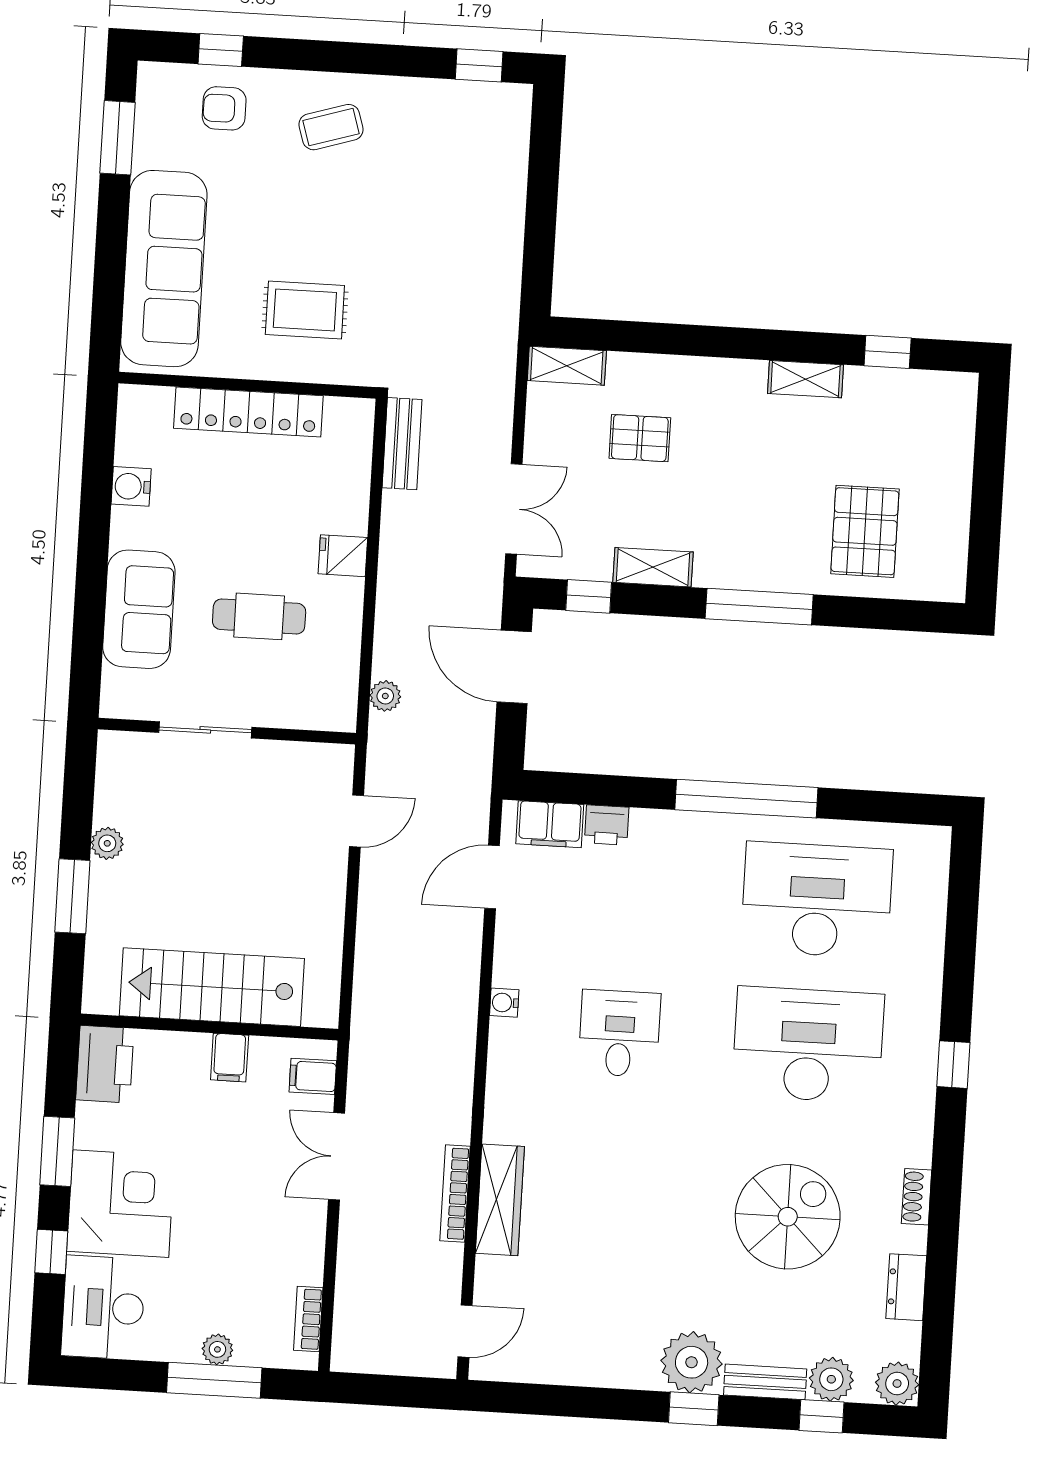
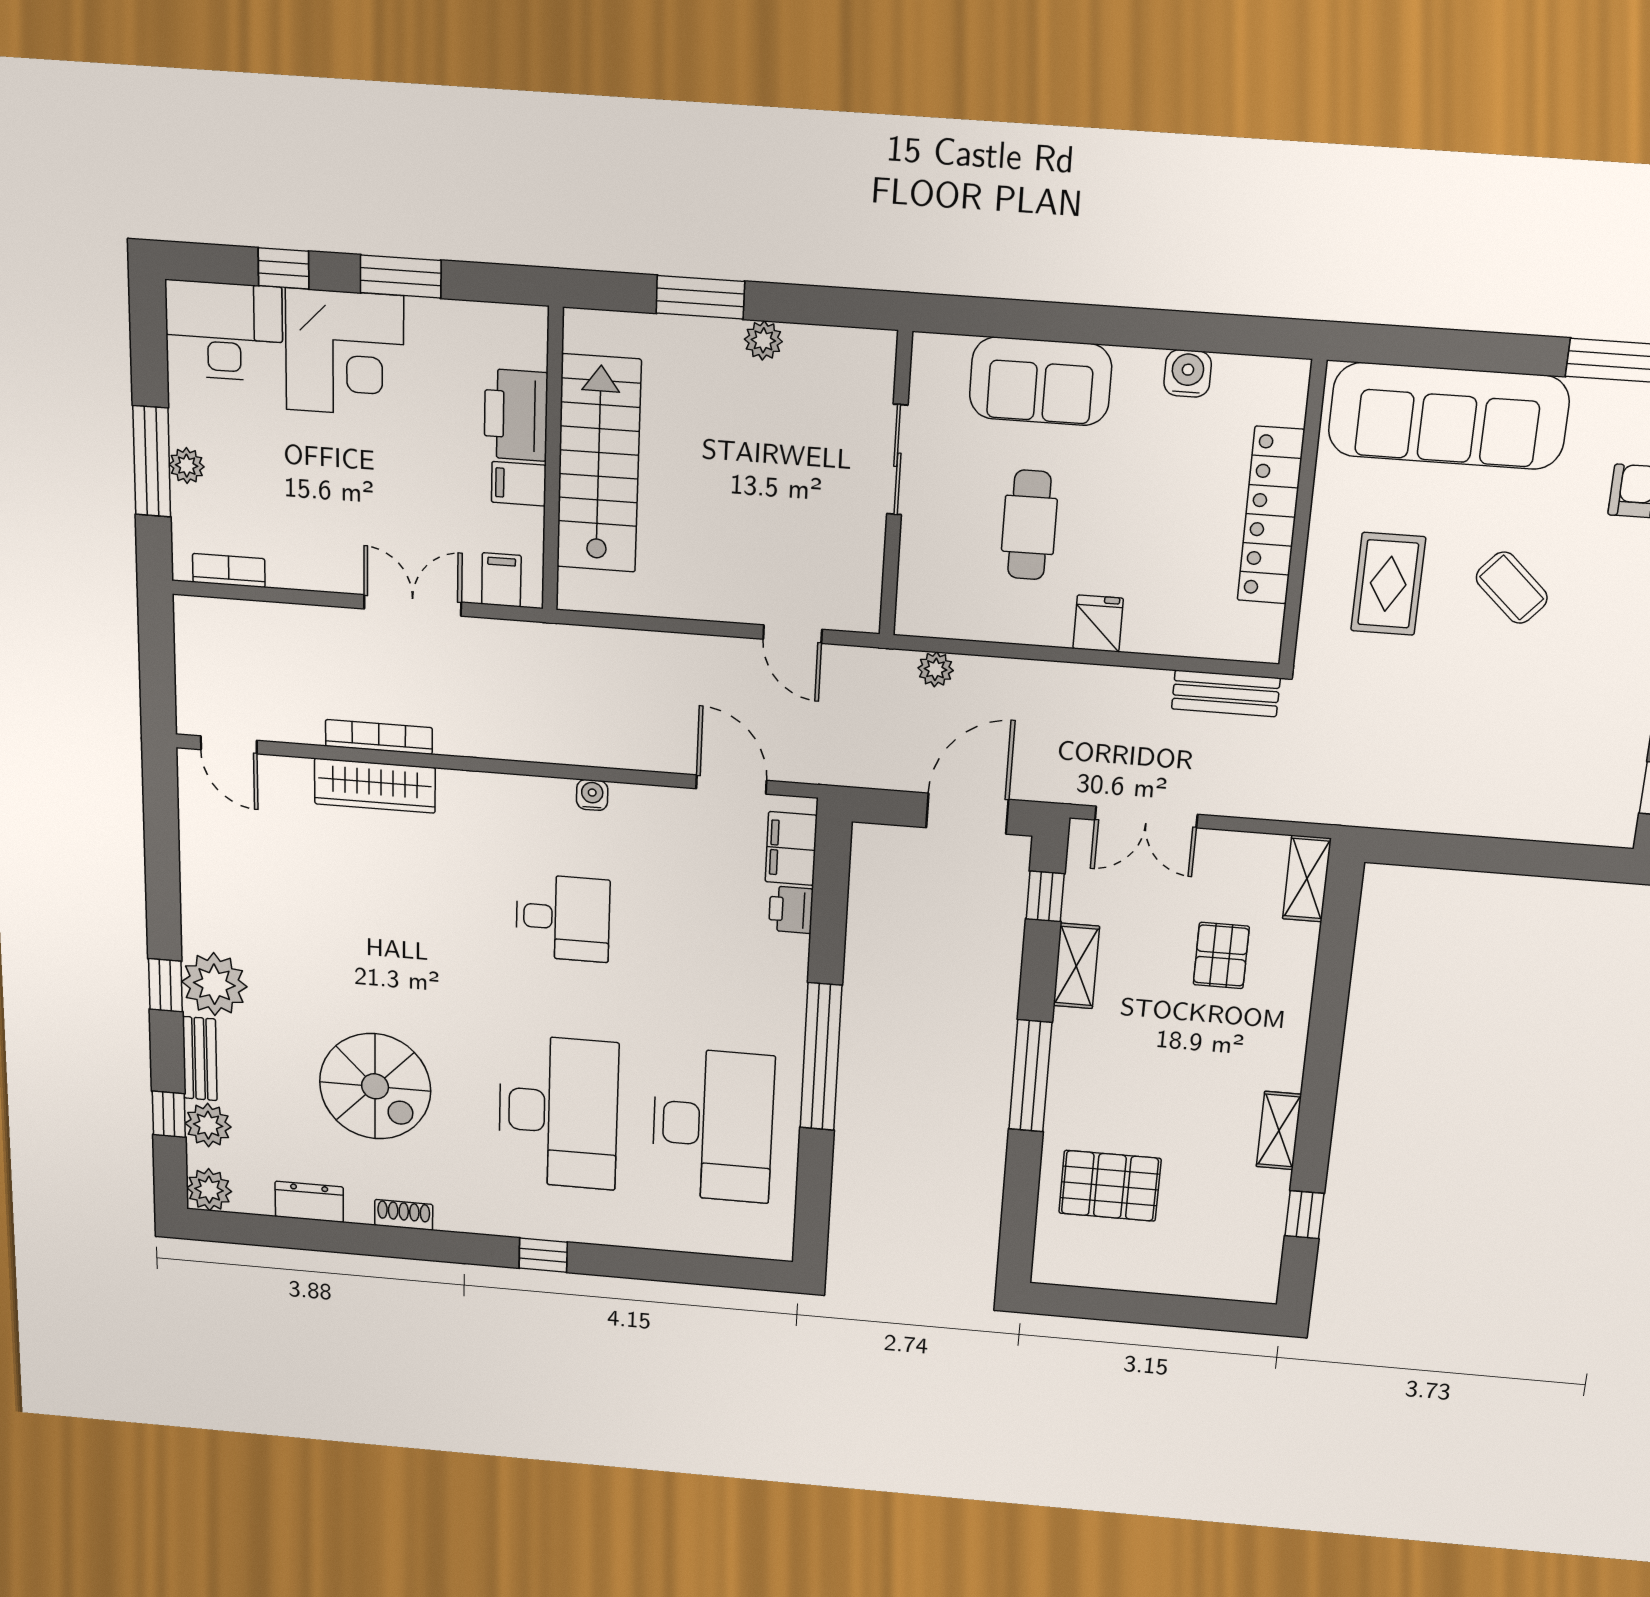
coffee table: (331, 127) -> (1512, 588), moved, turned -31
printer: (105, 1064) -> (516, 415), moved, turned 90

